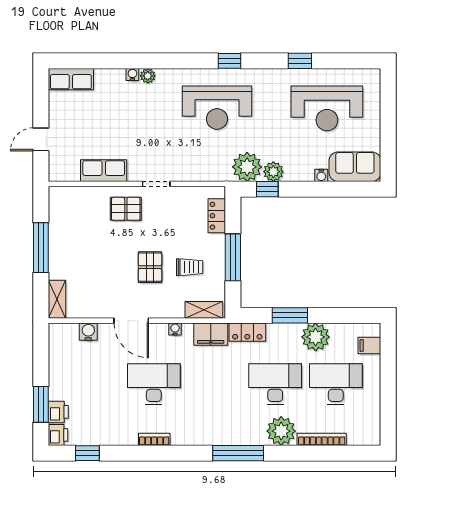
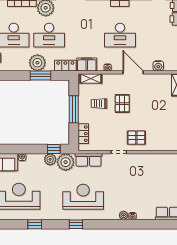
row of seats: (104, 171) -> (89, 160), moved
plant: (316, 337) -> (37, 63), moved

